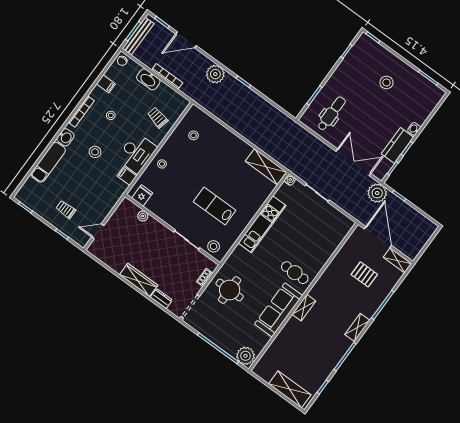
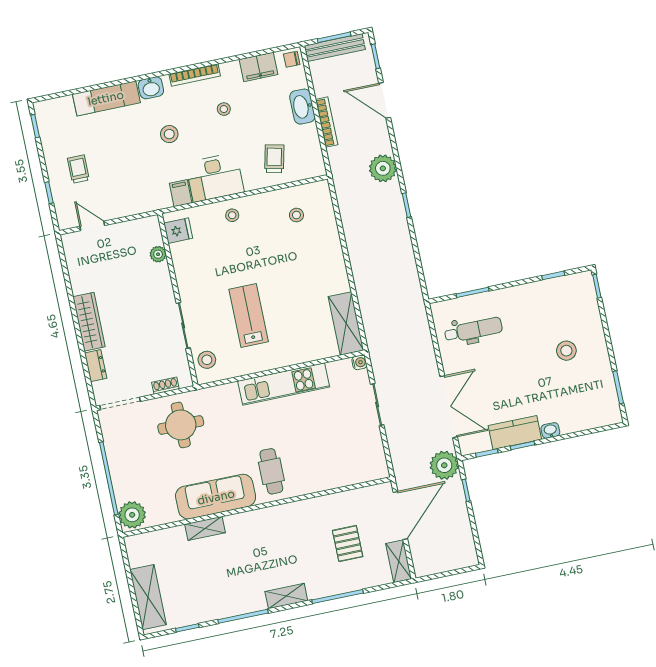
filing cabinet: (106, 84) -> (259, 67), width x2.00
shelving: (304, 308) -> (205, 528), moved

